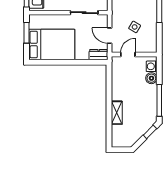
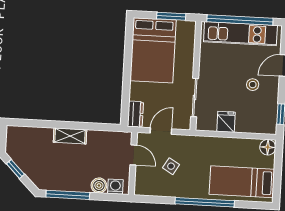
shelving: (117, 113) -> (70, 136), moved
window: (150, 132) -> (15, 169), moved

